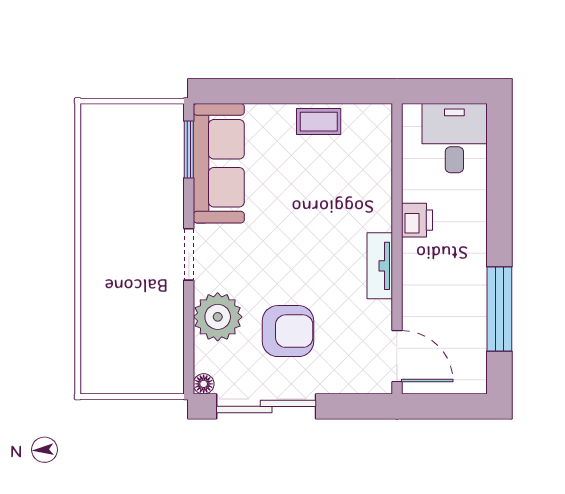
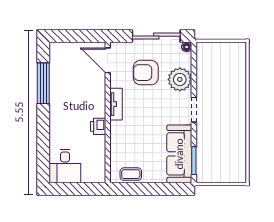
printer: (417, 220) -> (98, 126), moved
wall: (397, 249) -> (108, 112), moved
tv unit: (380, 266) -> (116, 104), moved
door: (397, 356) -> (108, 60), moved

